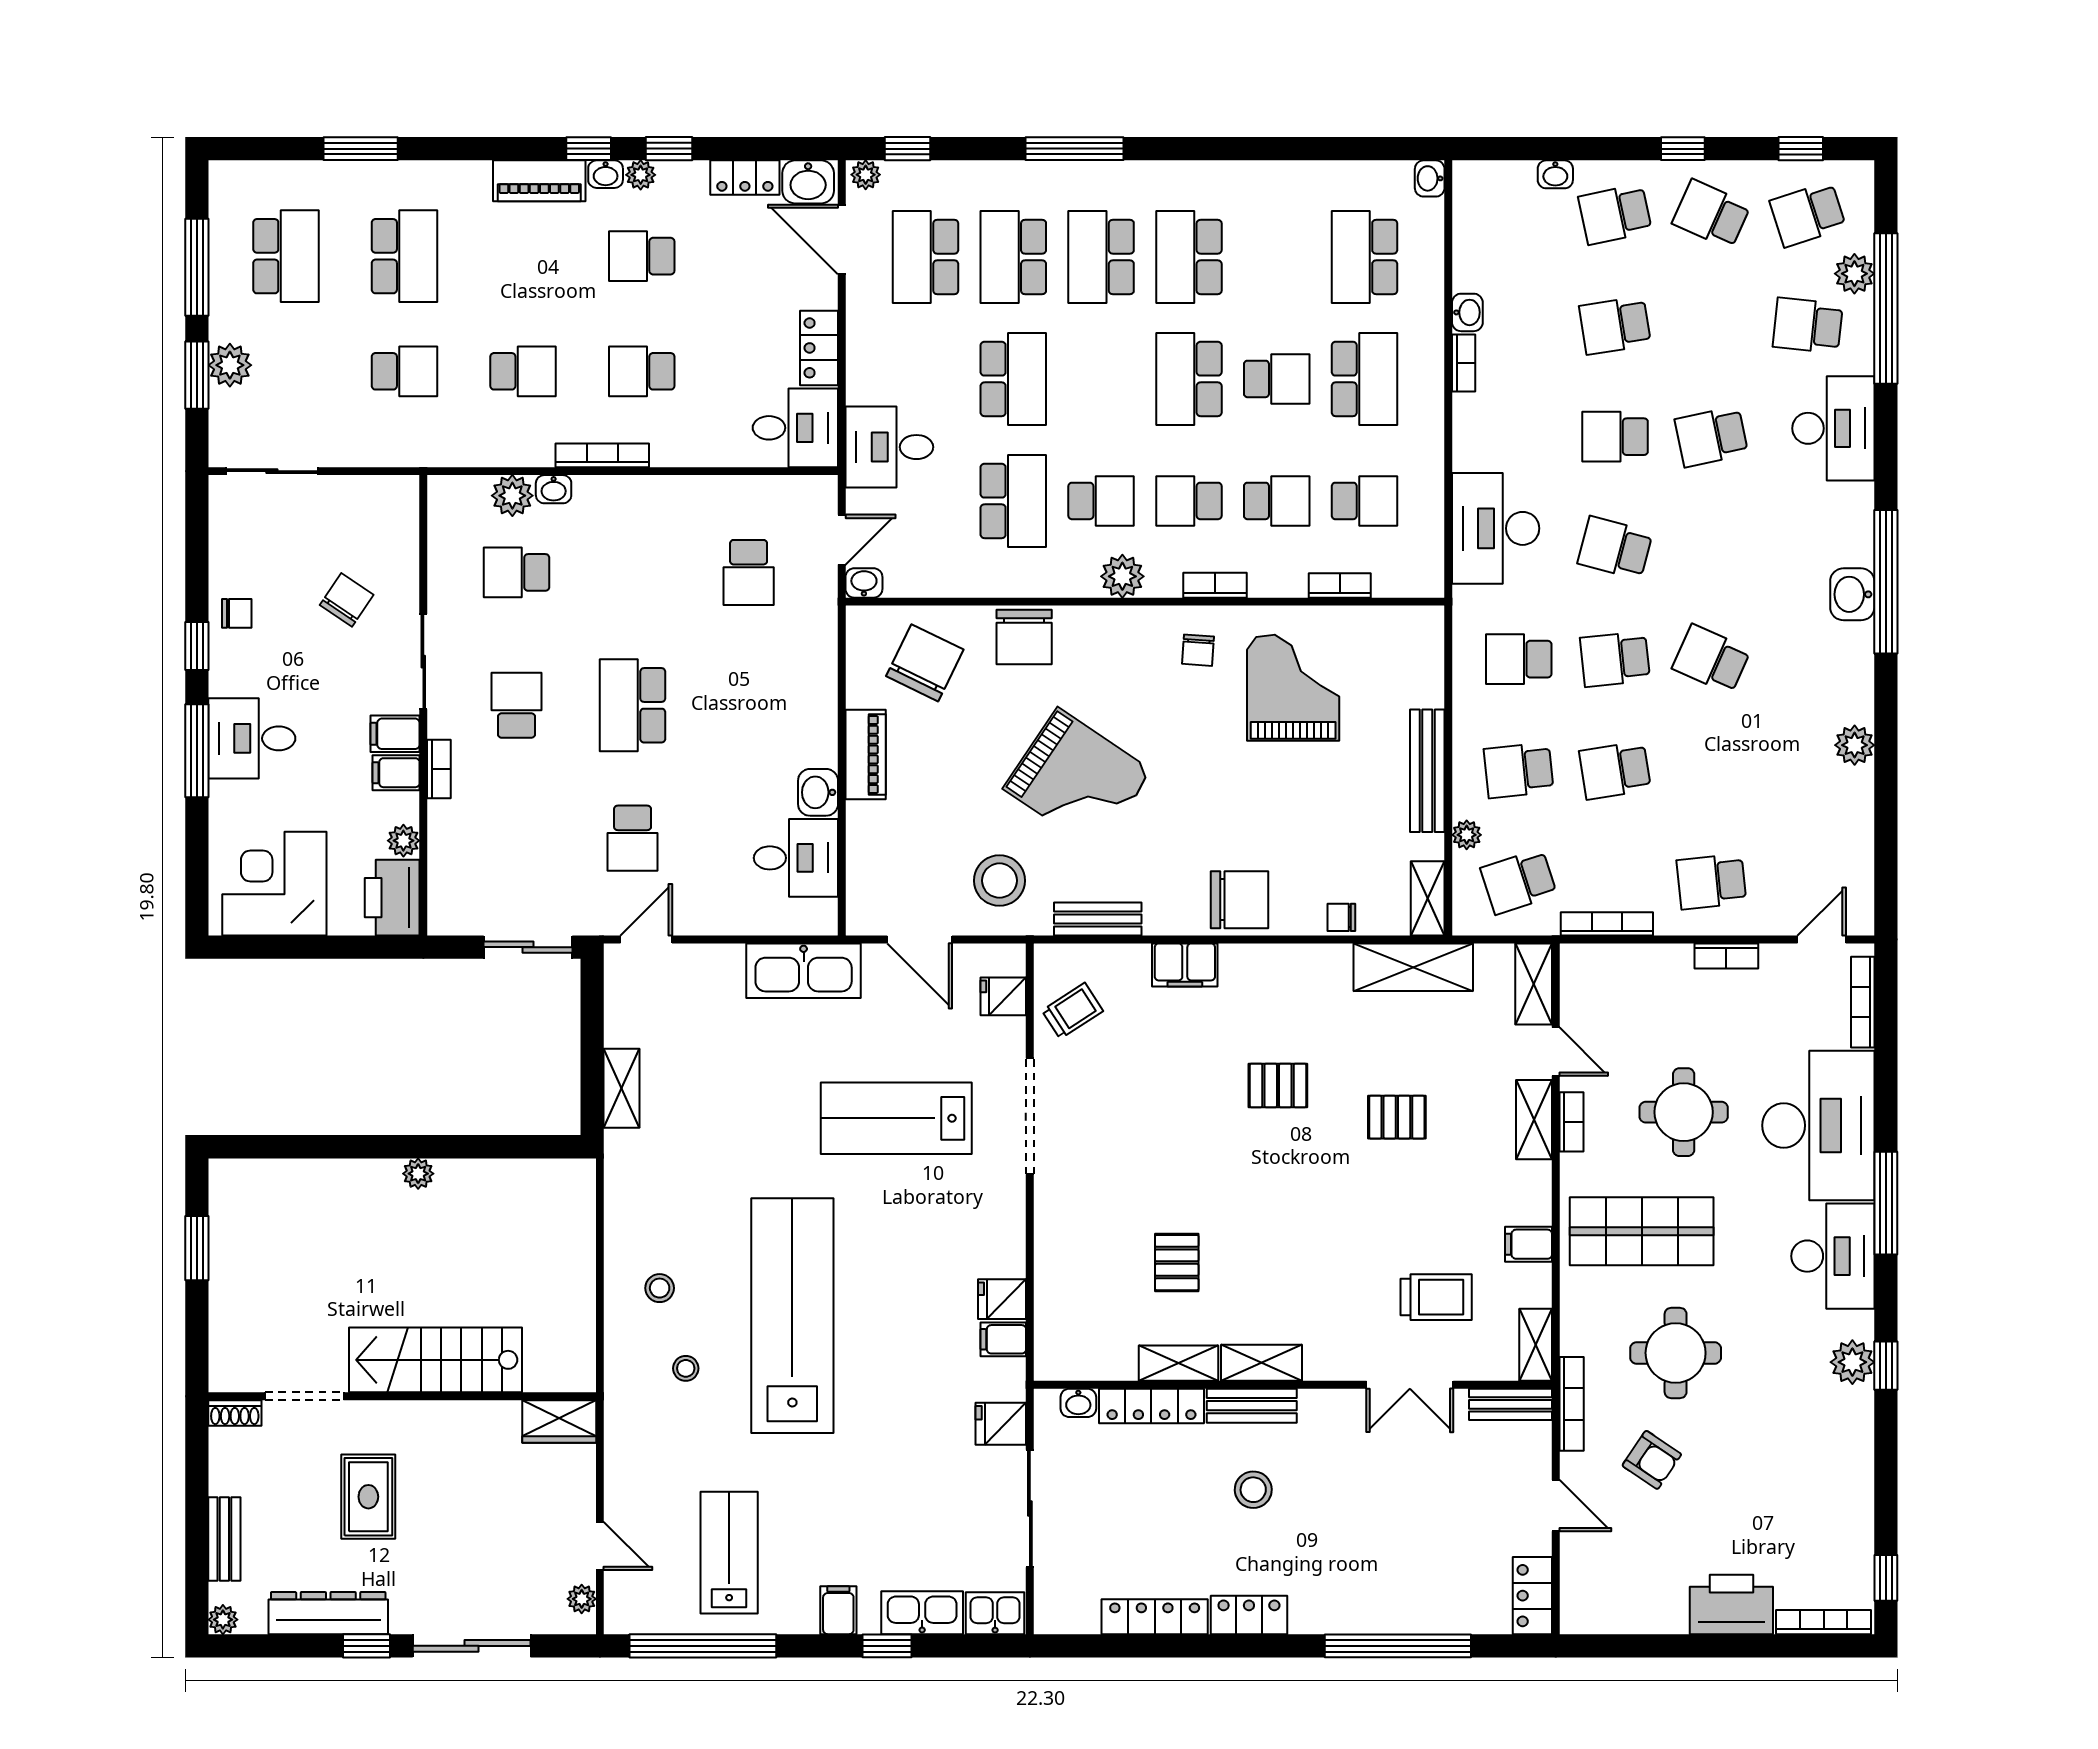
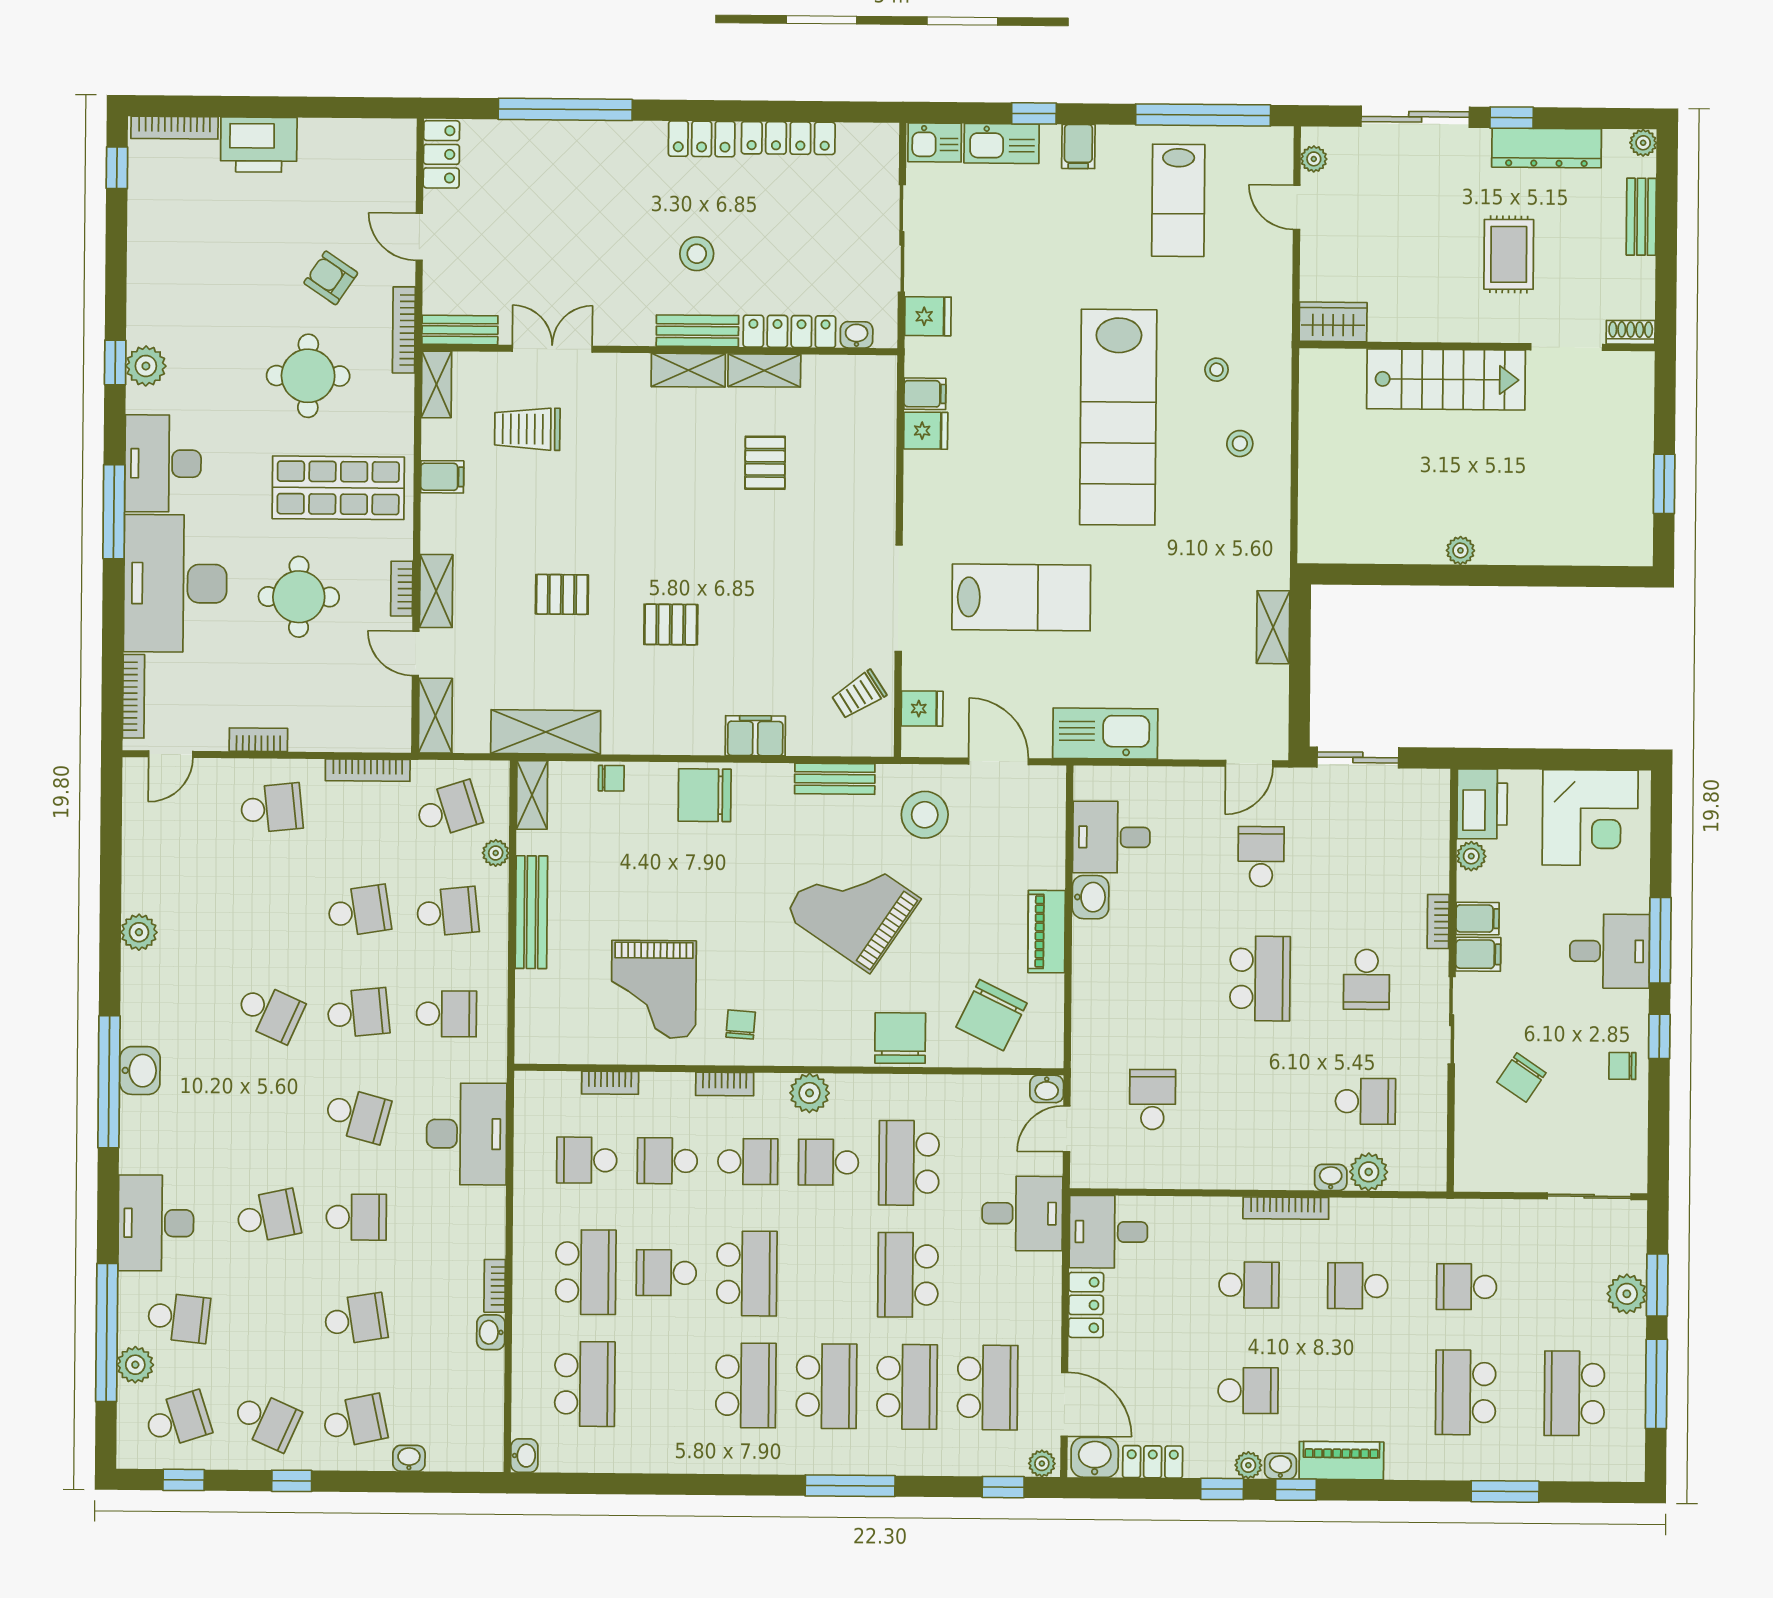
school desk: (1364, 379) -> (586, 1272), turned 180

